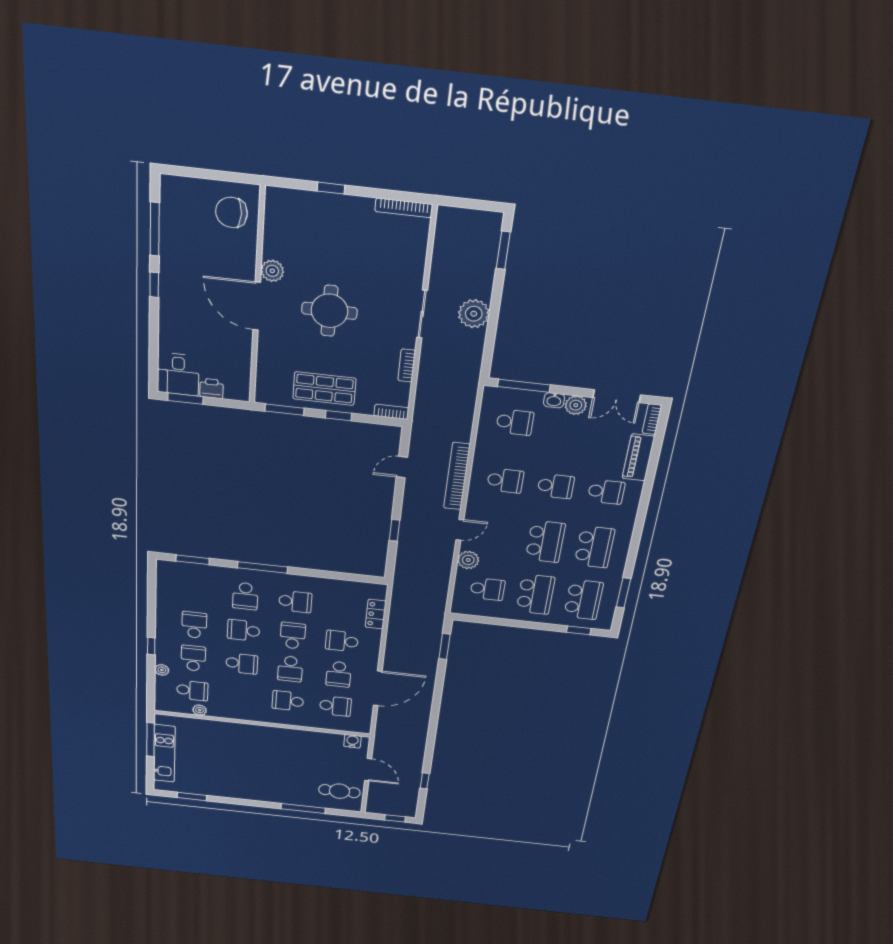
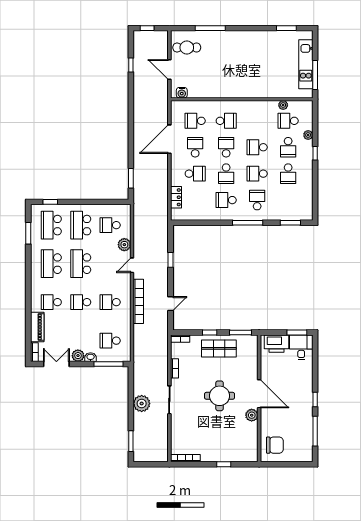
printer: (212, 388) -> (277, 344), width x1.87, depth x1.48
school desk: (244, 630) -> (257, 174), turned 180

